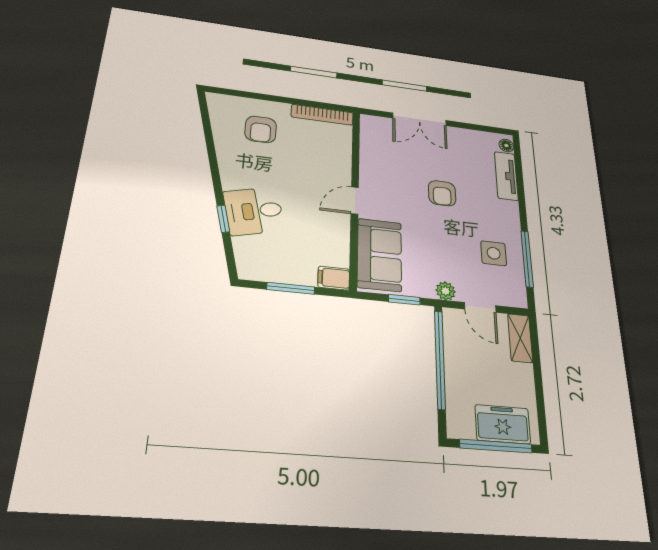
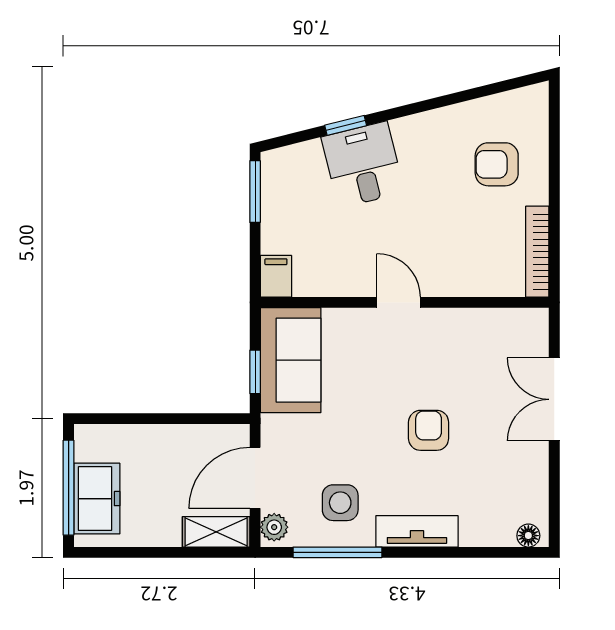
tv unit: (506, 176) -> (417, 531), moved
armchair: (442, 193) -> (429, 430), turned 90
sofa: (379, 255) -> (291, 360), moved, turned -90
window: (291, 288) -> (255, 192), moved
plant: (446, 291) -> (274, 527), moved
door: (480, 307) -> (255, 478), width x1.38
window: (440, 359) -> (176, 419), removed

